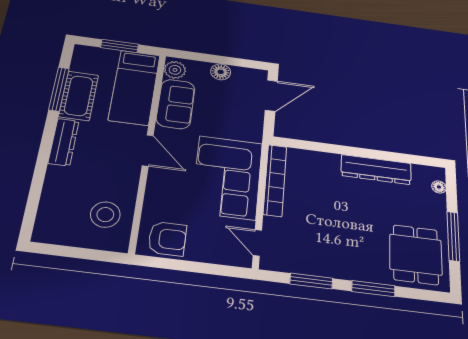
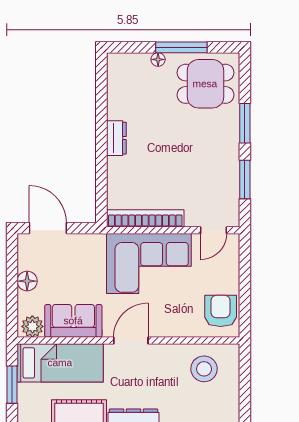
dresser: (376, 169) -> (116, 138), width x0.51, depth x0.80
floor lamp: (439, 187) -> (158, 59), moved

